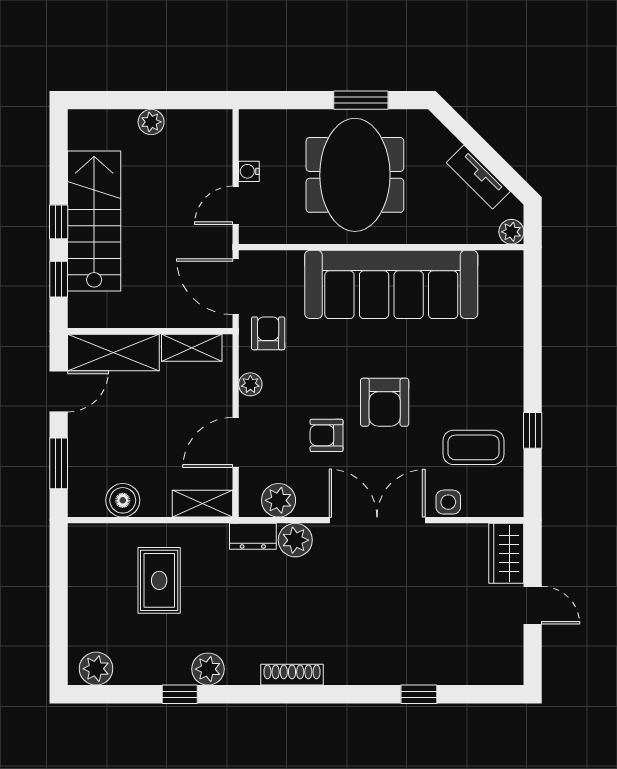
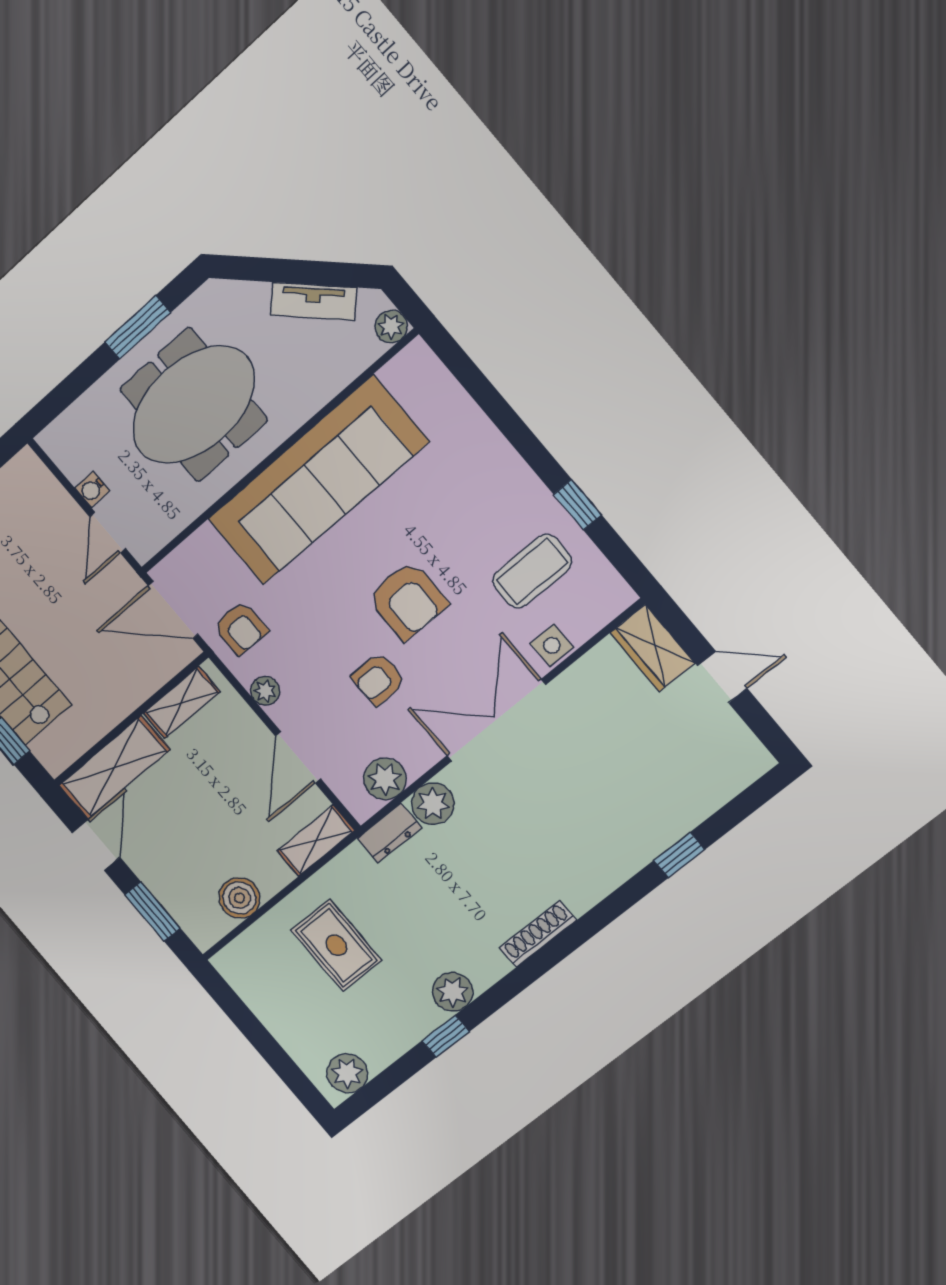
meeting table: (355, 175) -> (193, 405), turned 90
armchair: (268, 333) -> (241, 628), turned 180

